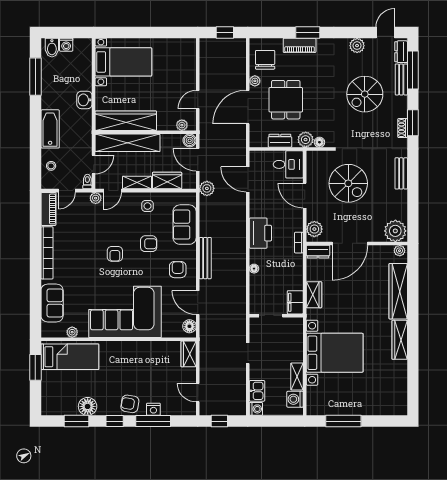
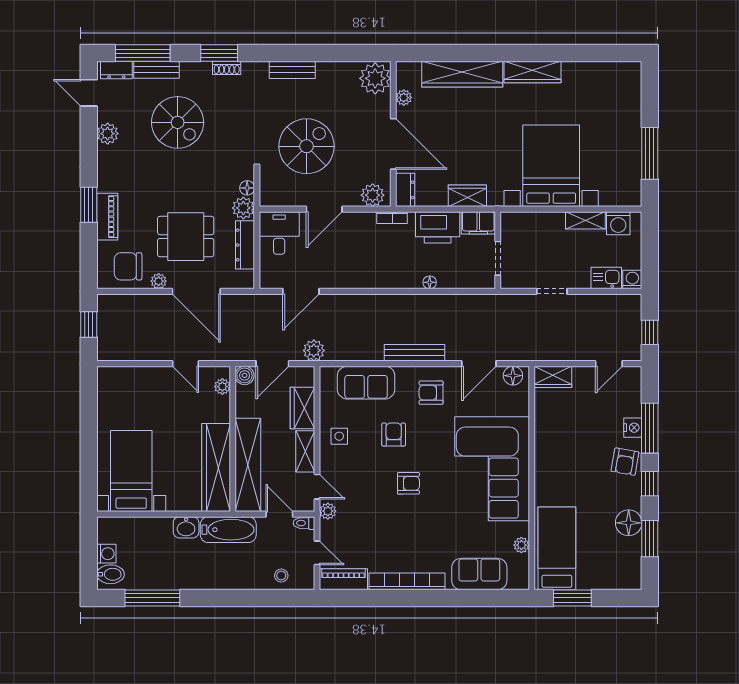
bathtub: (50, 129) -> (228, 530), moved, turned 180
dresser: (280, 141) -> (245, 245), width x1.44
printer: (260, 233) -> (438, 227), moved, turned 180
plant: (400, 251) -> (404, 98), moved

